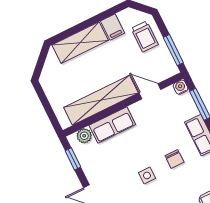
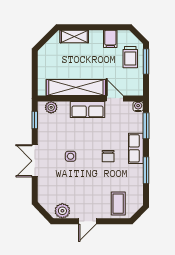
shelving: (80, 43) -> (74, 36), width x0.67, depth x0.75
window: (173, 50) -> (146, 62), moved
row of seats: (112, 125) -> (87, 109), moved
side table: (147, 176) -> (71, 156), moved

